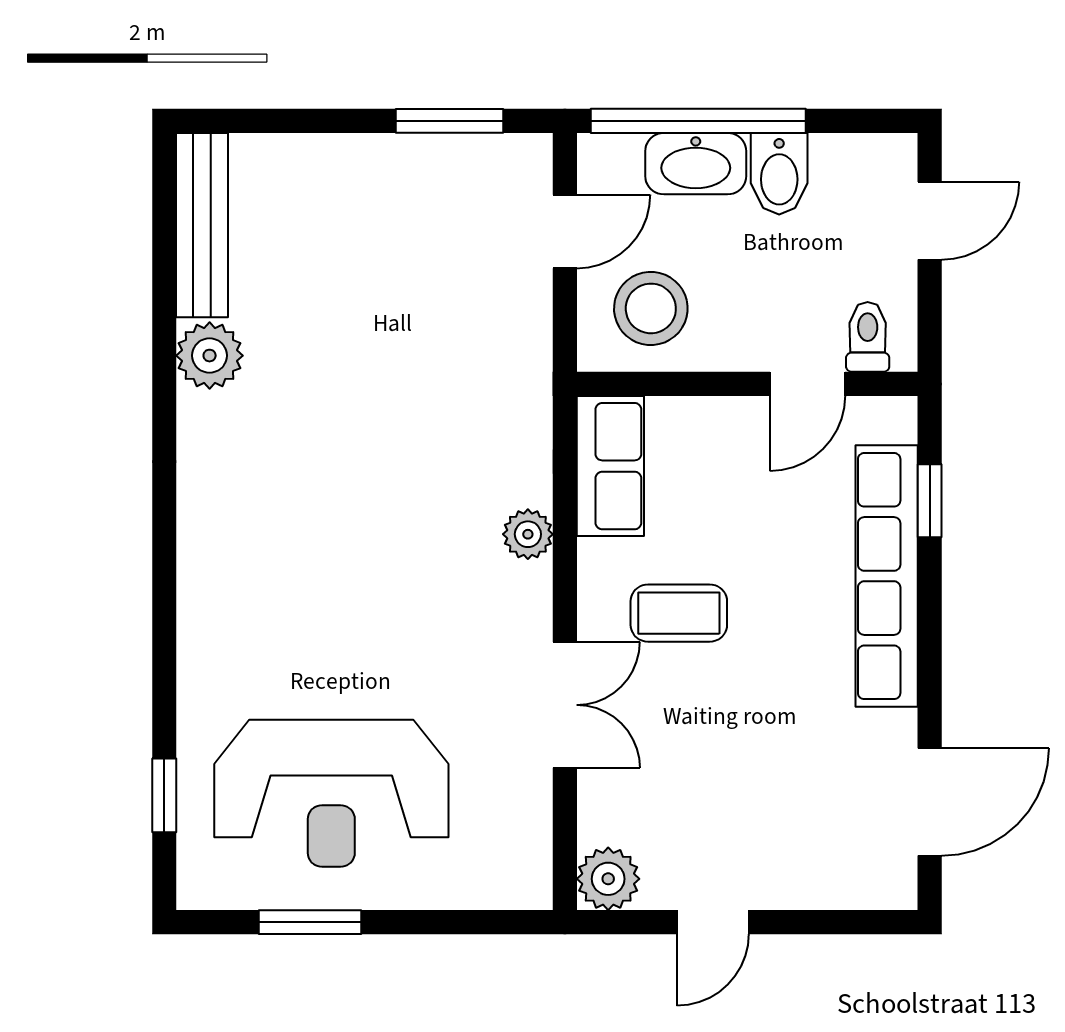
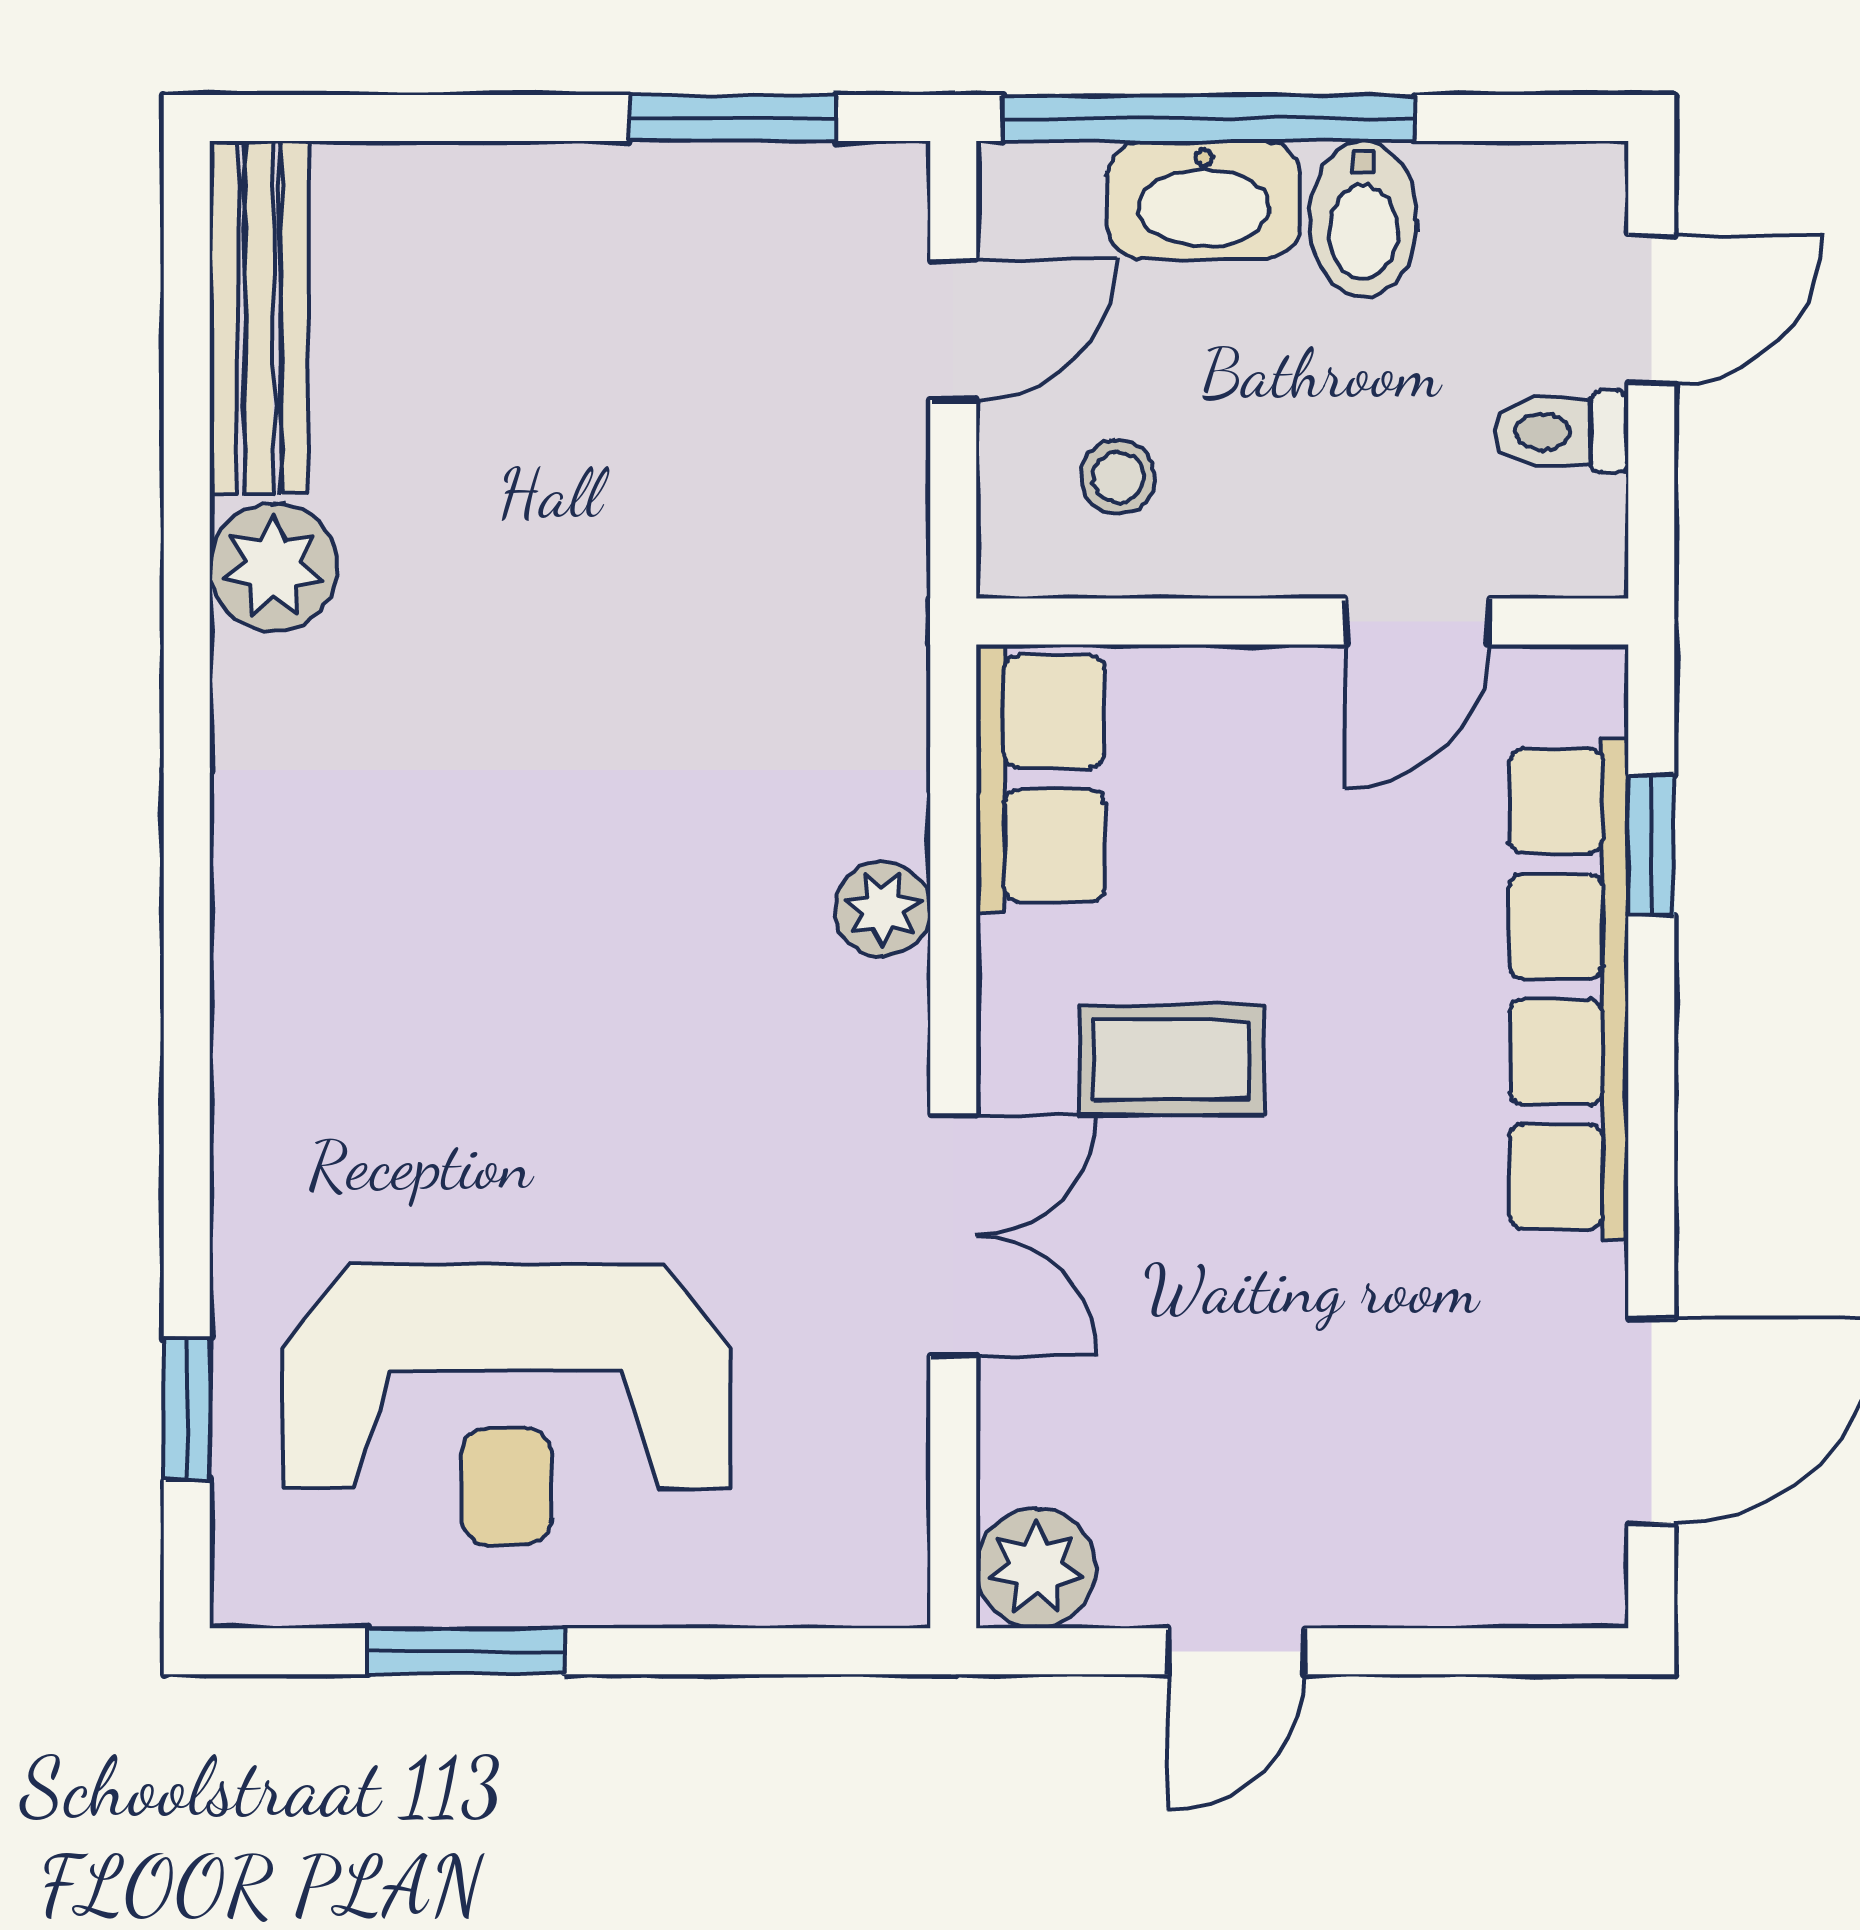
stool: (651, 308) -> (1118, 477), width x0.53, depth x0.53
toilet: (868, 337) -> (1561, 432), moved, turned -90

